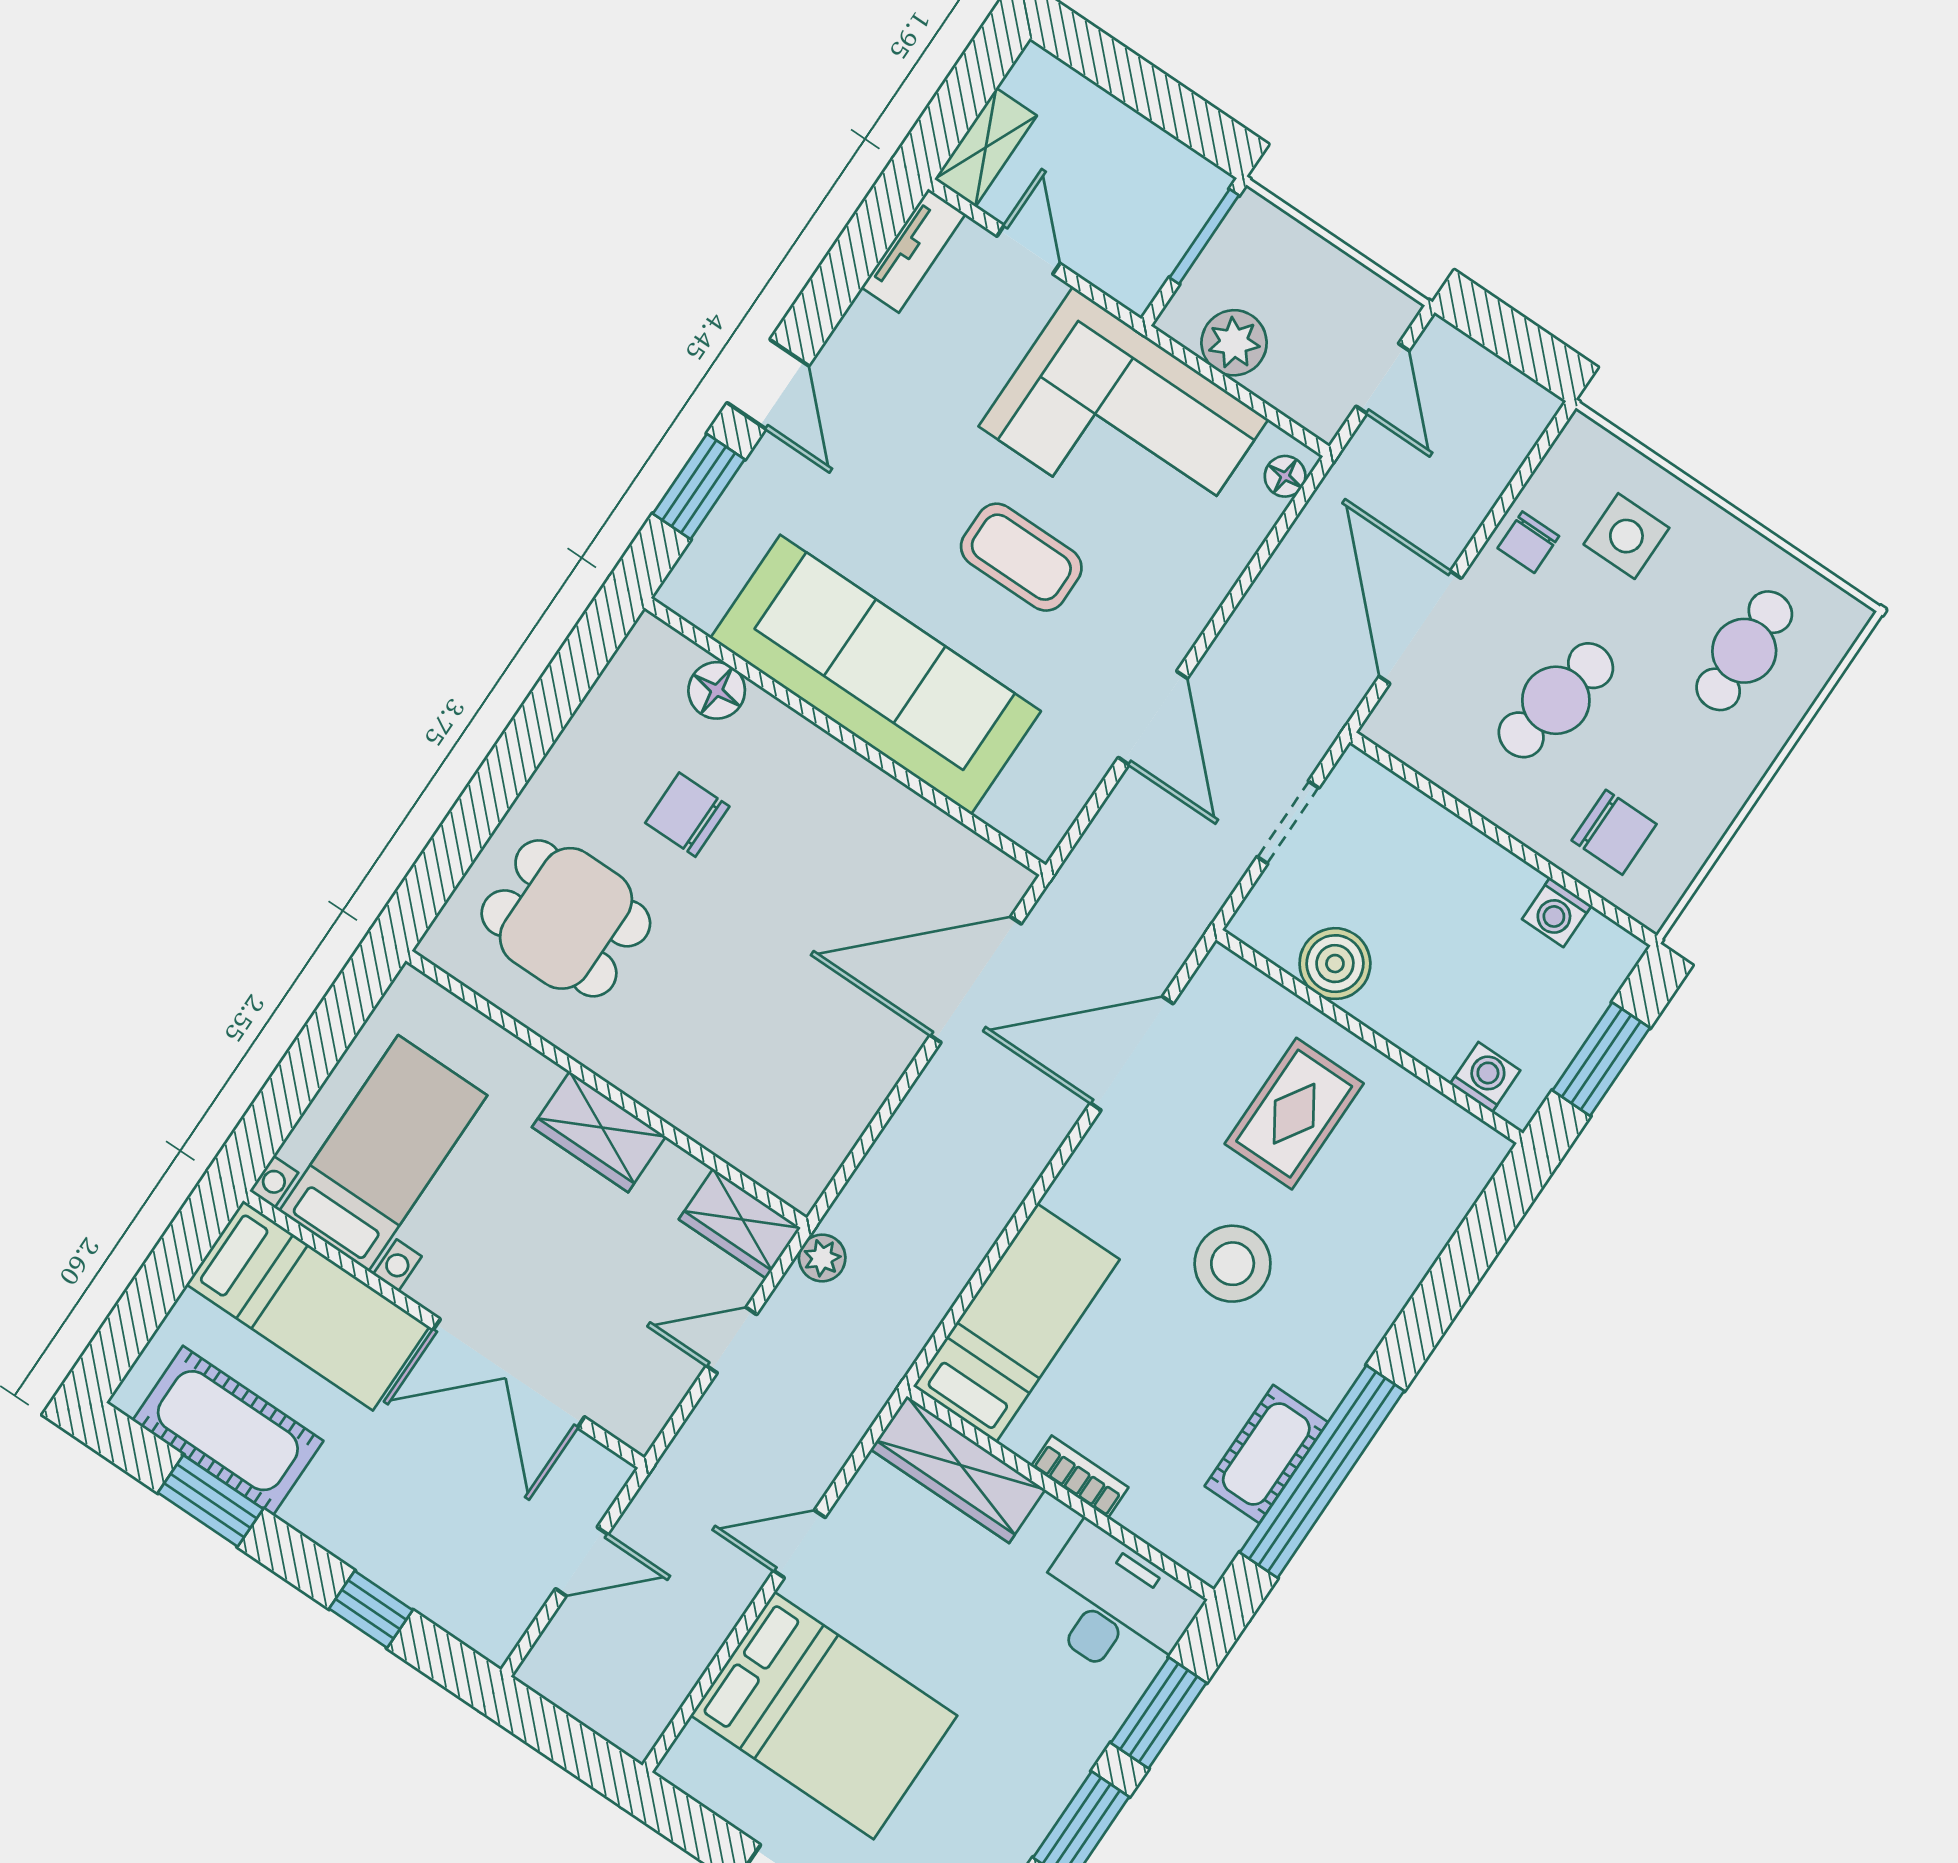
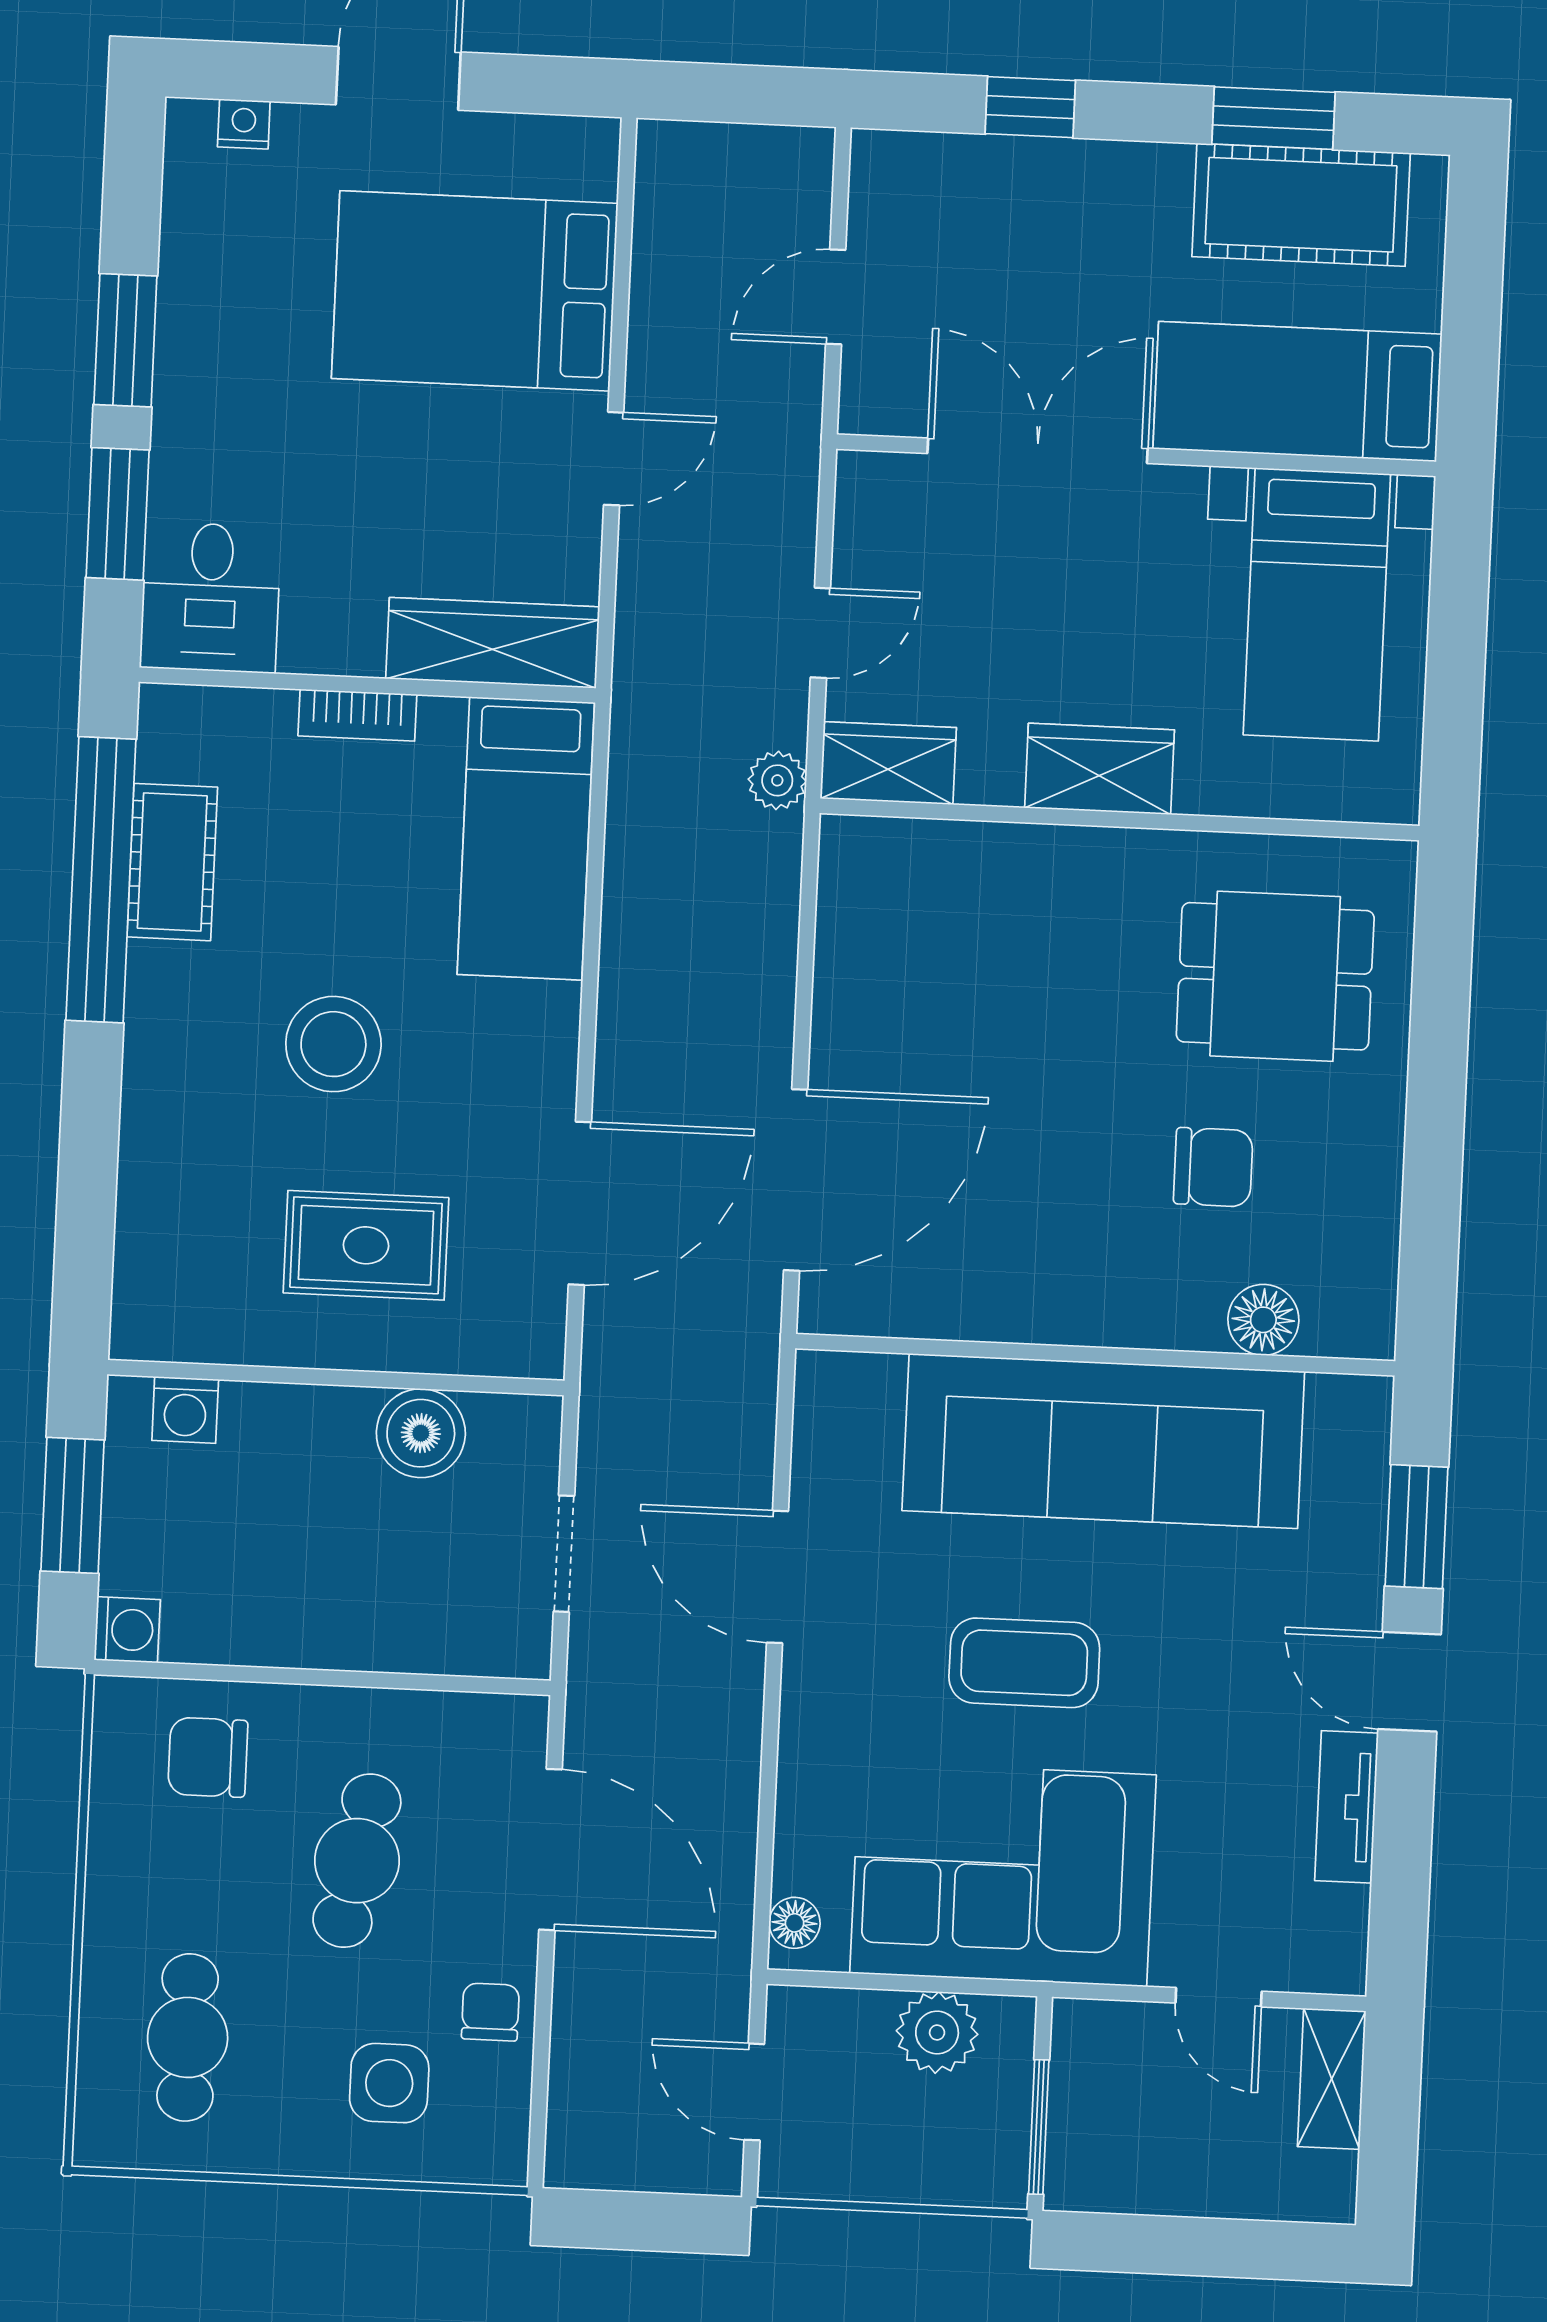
tv unit: (913, 251) -> (1347, 1807), moved
washing machine: (1557, 912) -> (127, 1630), moved, turned 90
rug: (1294, 1114) -> (366, 1245), turned 90
desk: (1114, 1606) -> (210, 597), width x0.73

